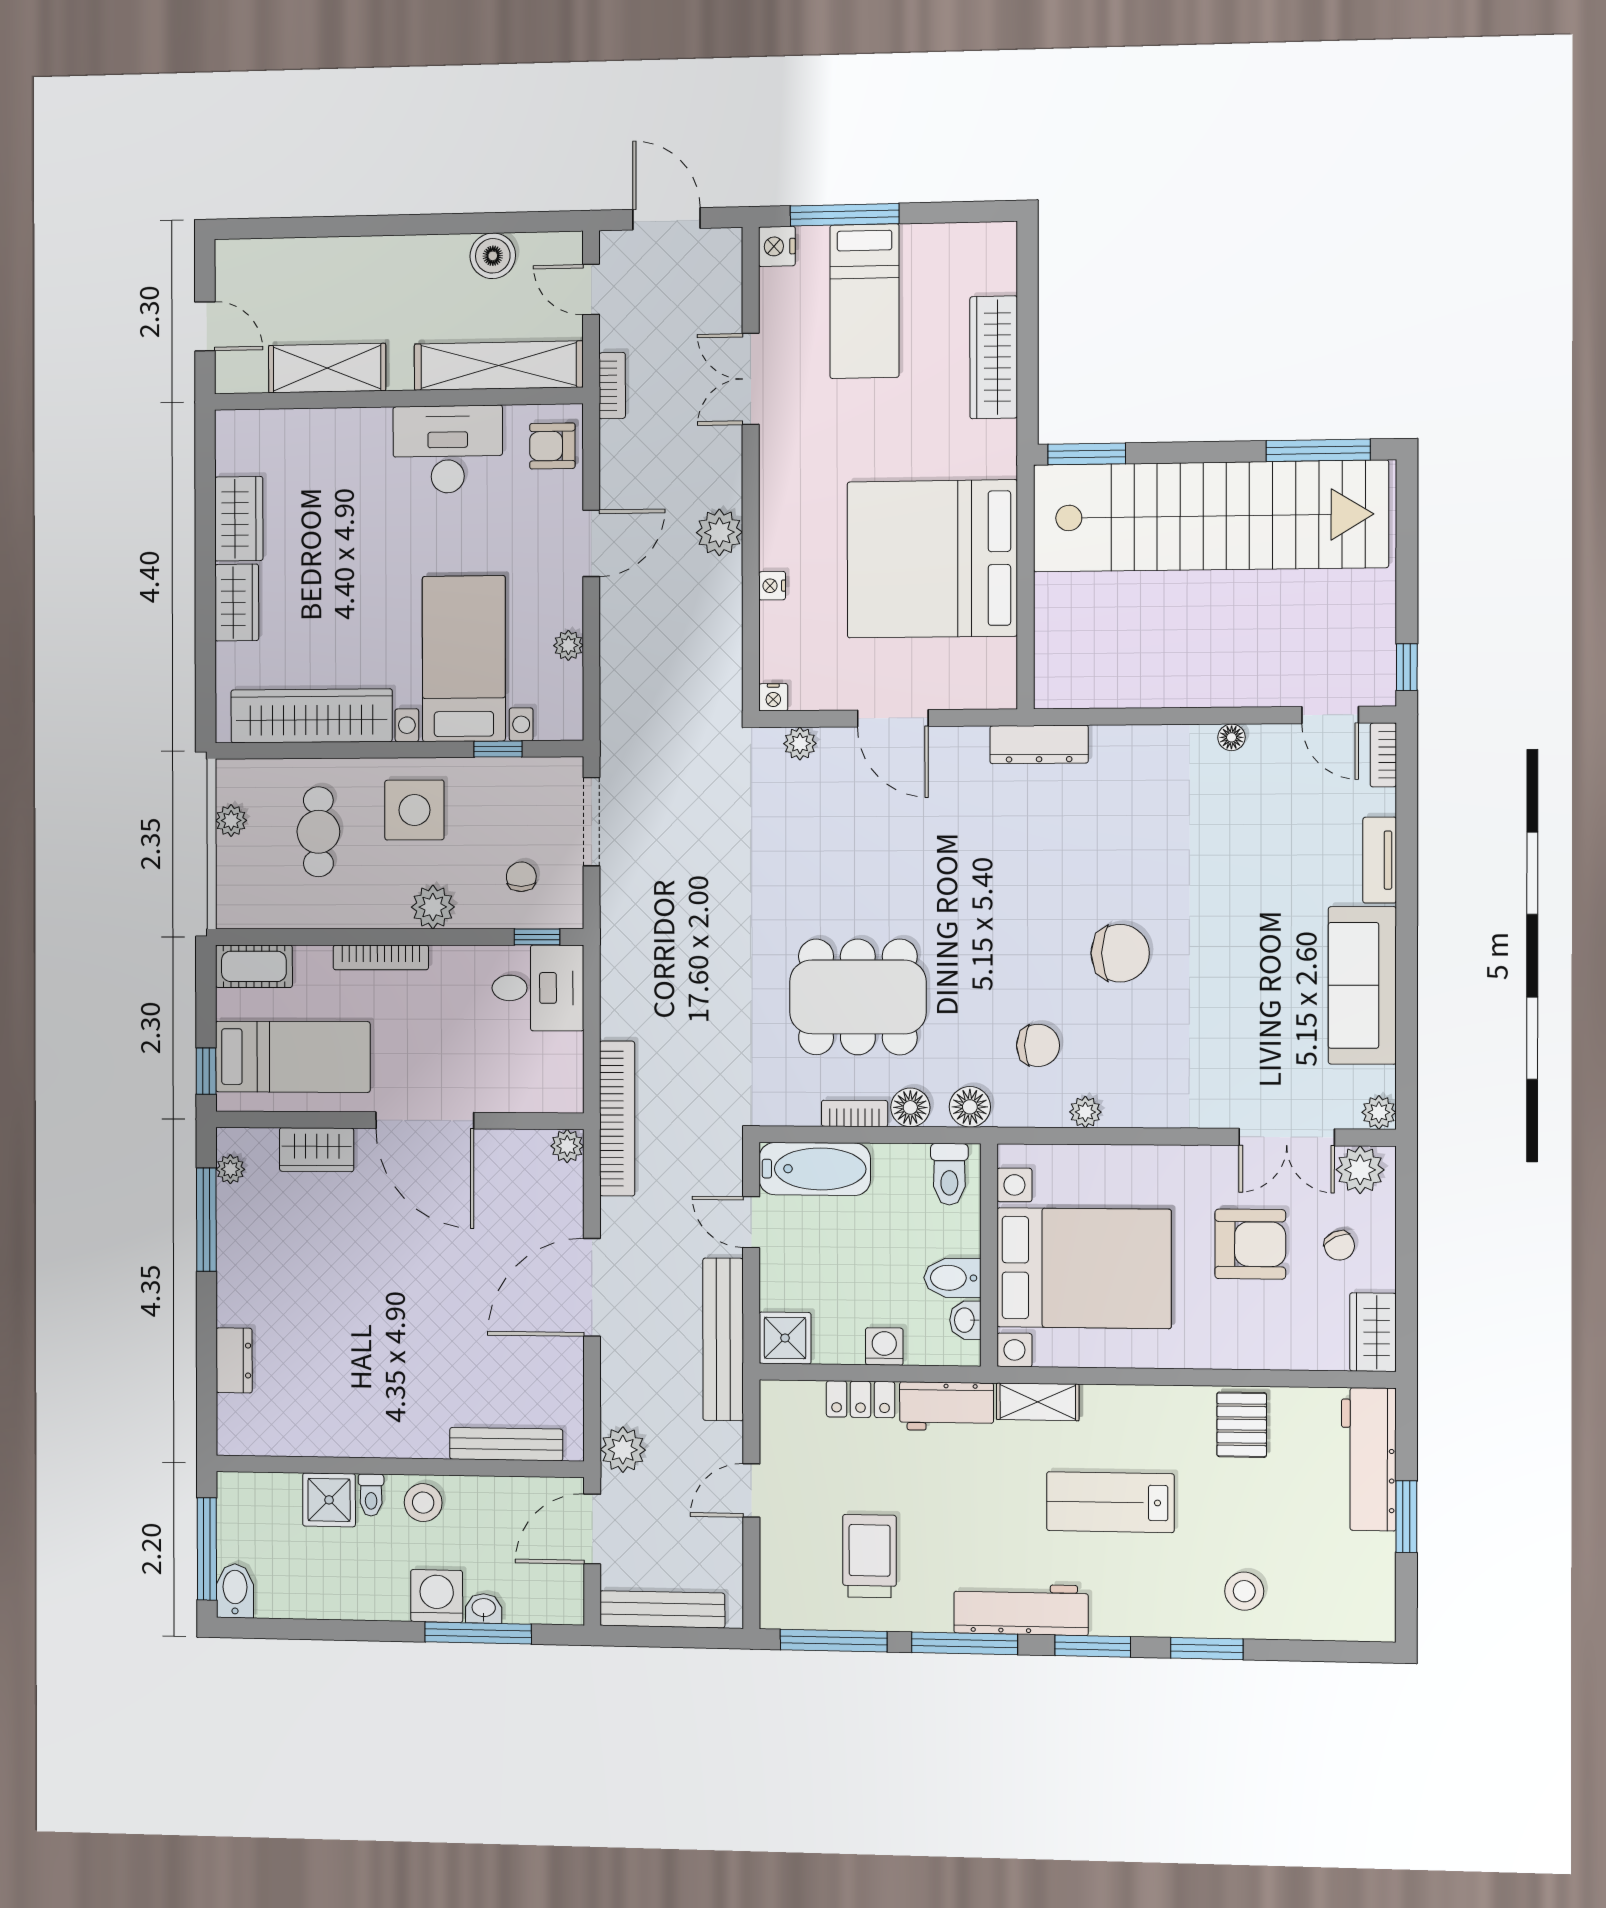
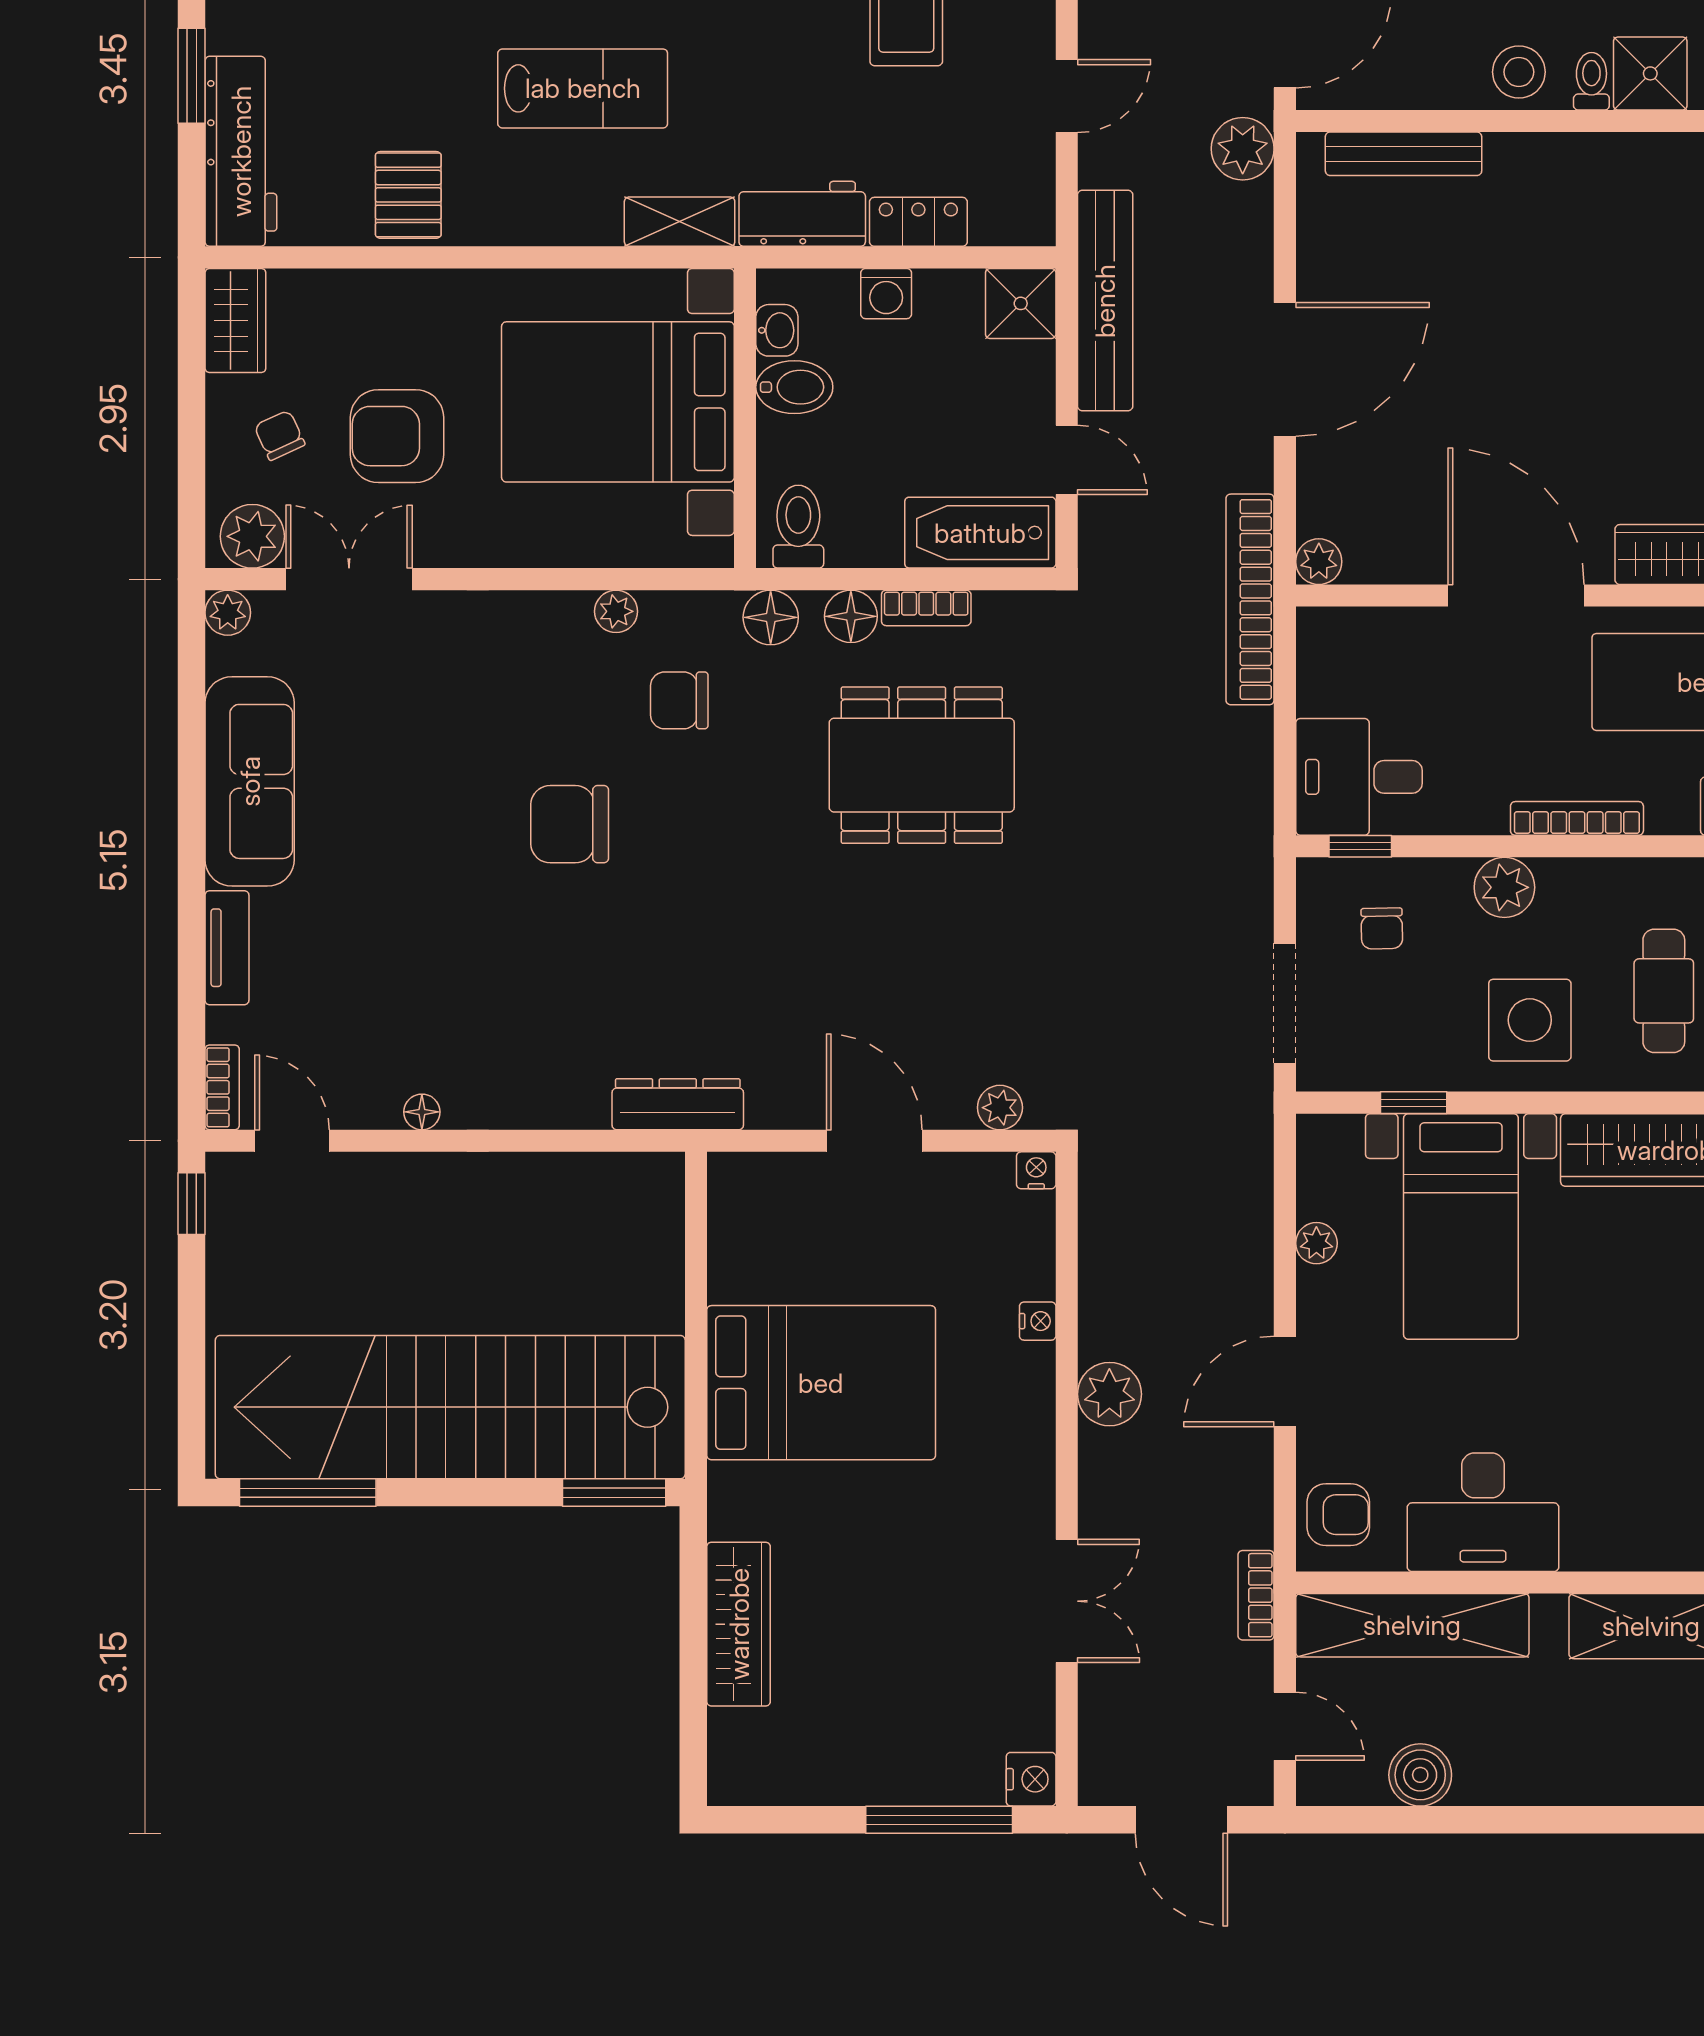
bed: (865, 301) -> (912, 1703), removed
bed: (932, 559) -> (821, 1383), width x0.73

